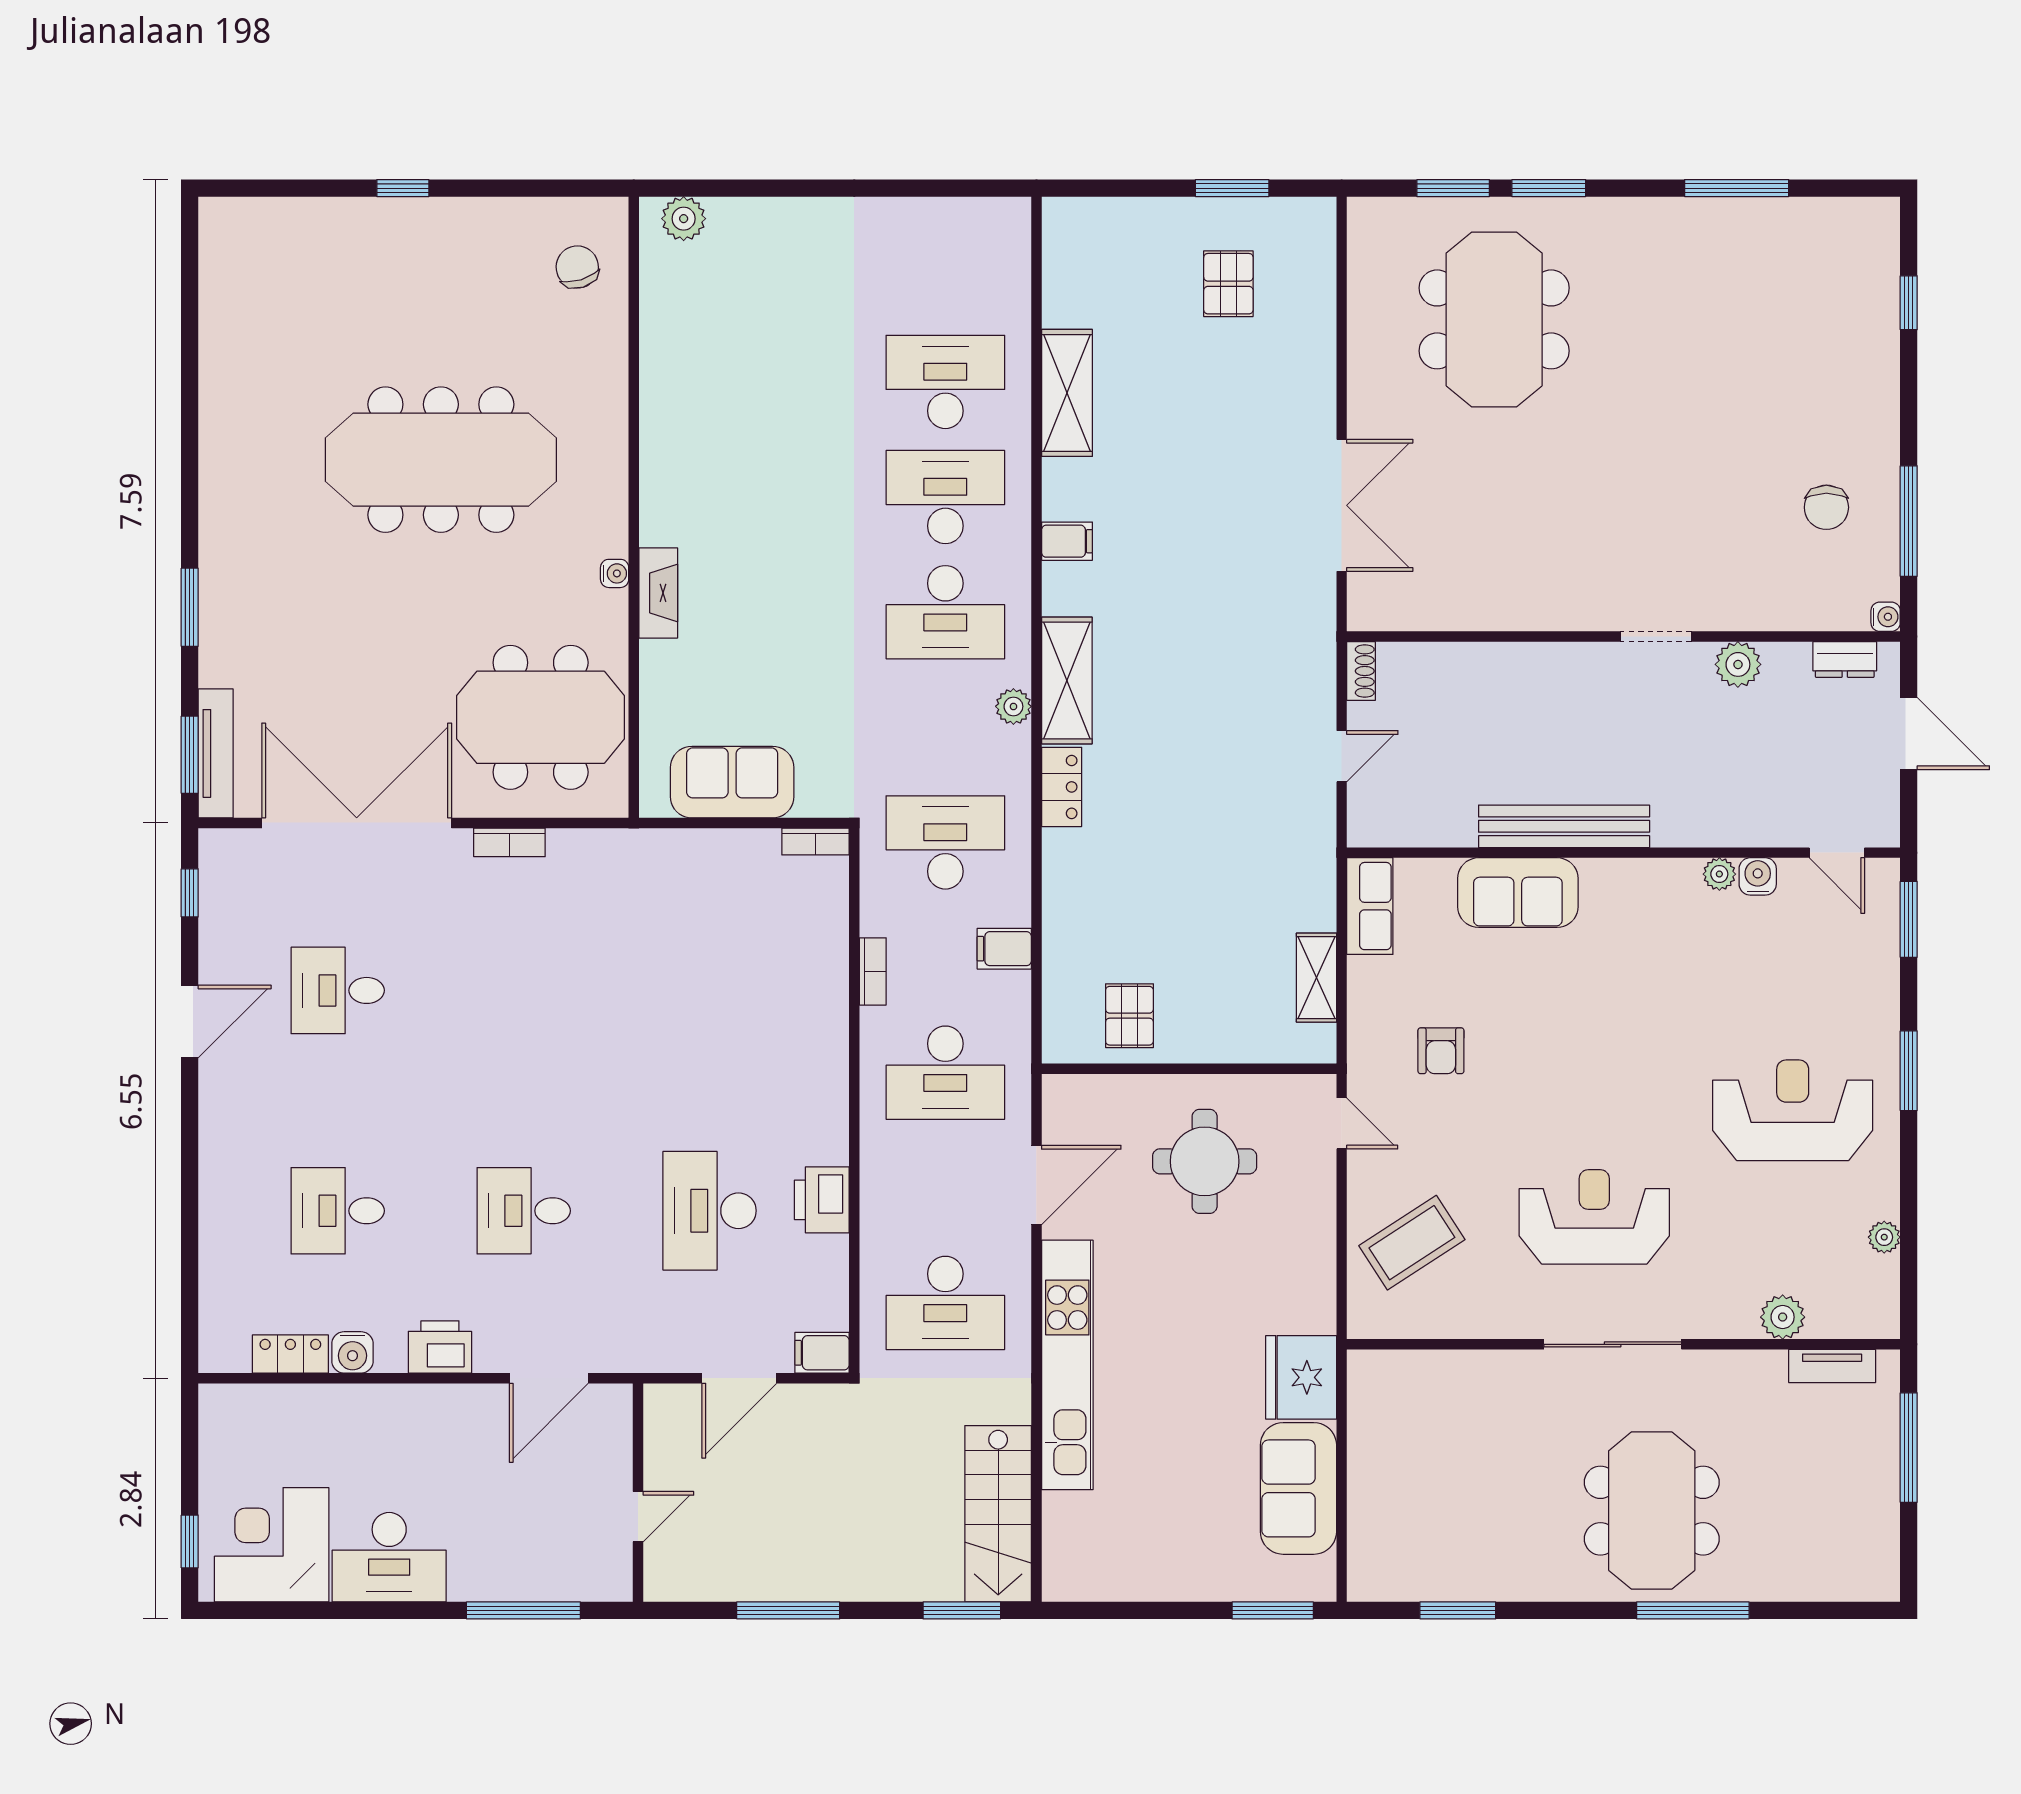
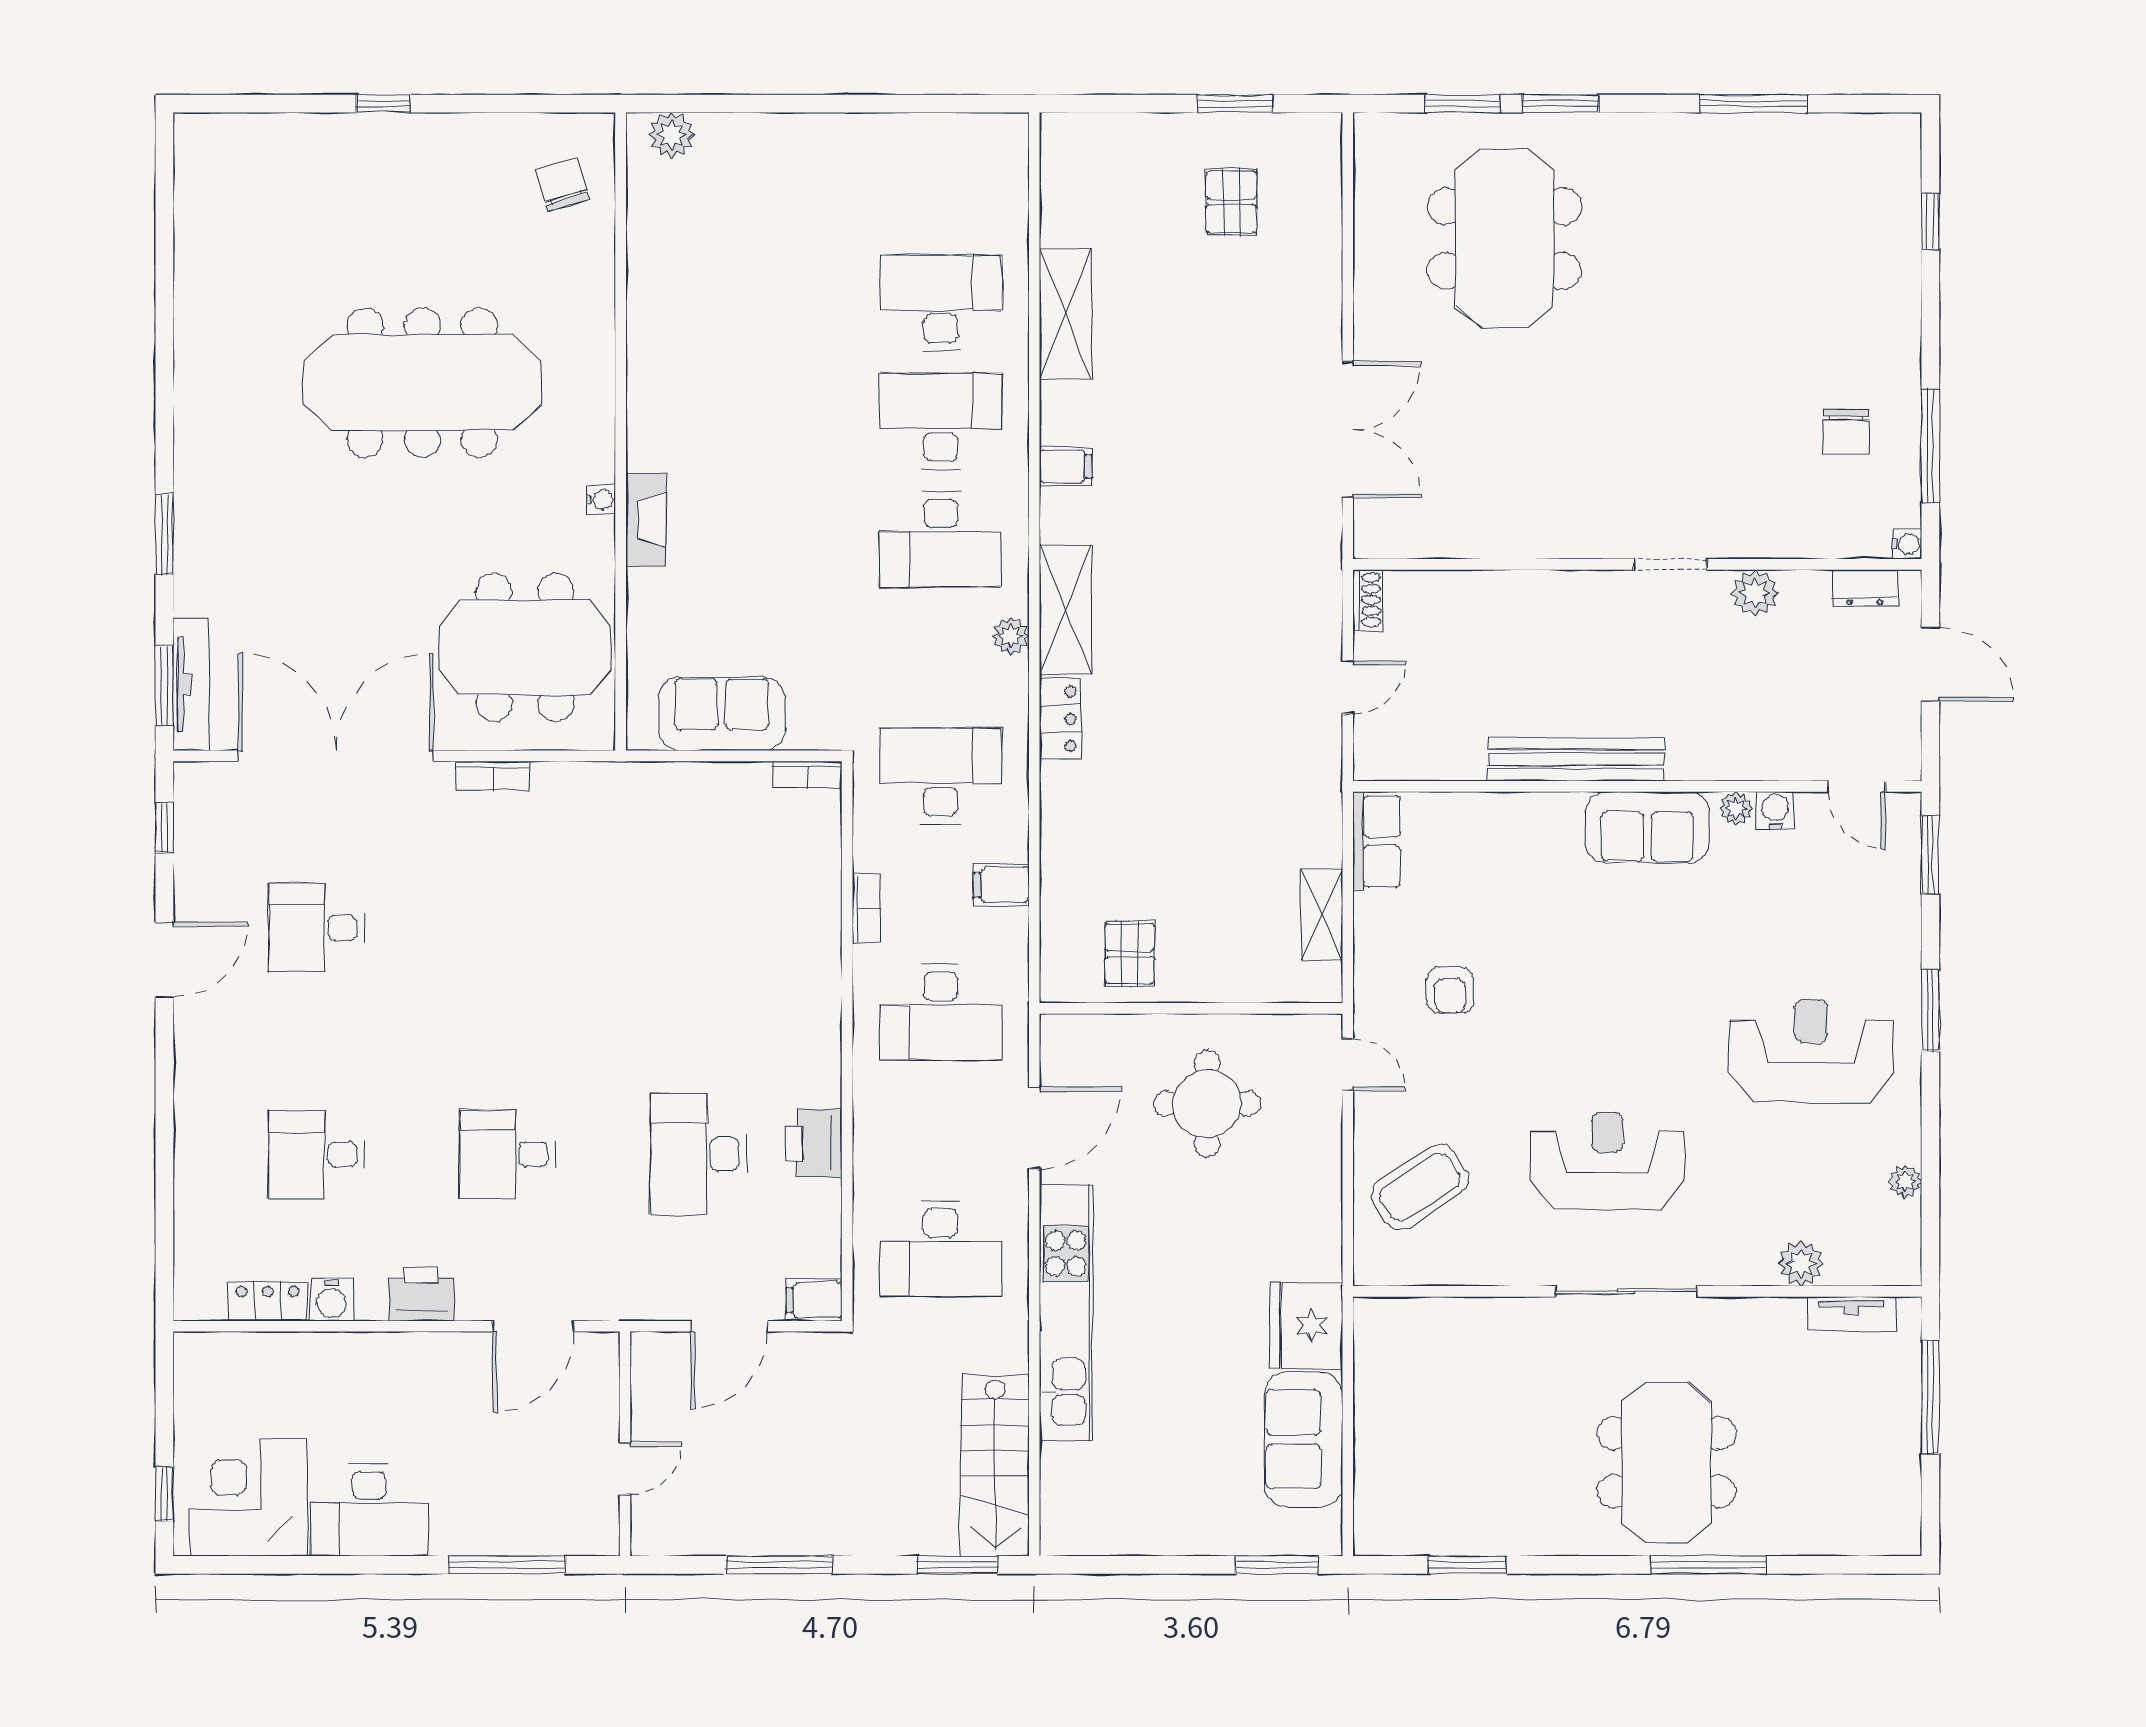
sofa: (1518, 893) -> (1647, 827), moved

